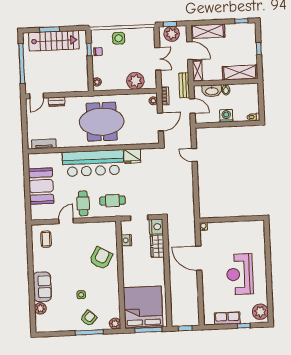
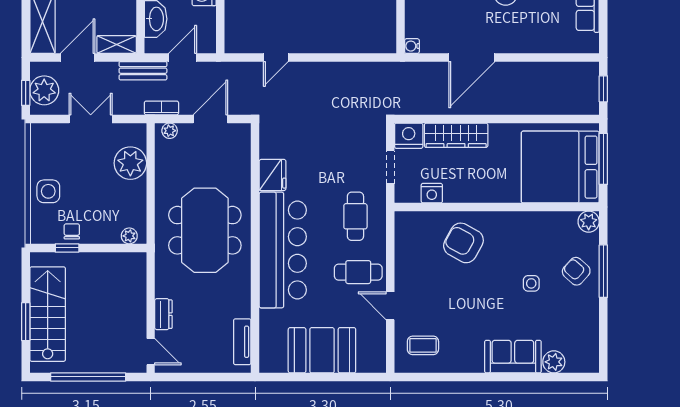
door: (160, 122) -> (210, 119), hinge flipped
wardrobe: (157, 246) -> (456, 135), width x1.50

